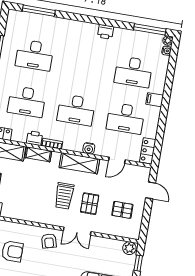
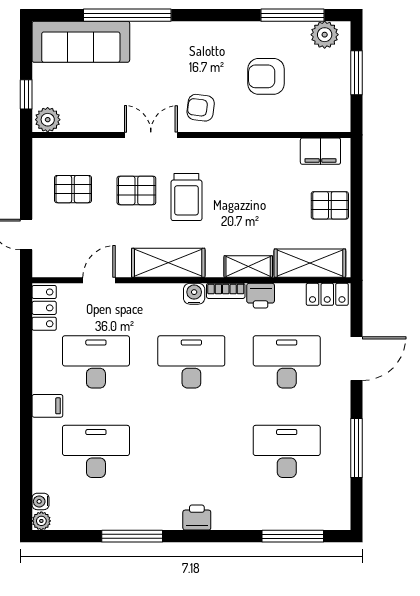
window: (150, 29) -> (132, 536), moved
printer: (106, 32) -> (197, 518), moved
water cooler: (89, 148) -> (194, 294), moved
trolley: (64, 196) -> (186, 197), turned 180
pallet: (90, 204) -> (136, 190), turned 90
armchair: (49, 241) -> (201, 108), turned -68

